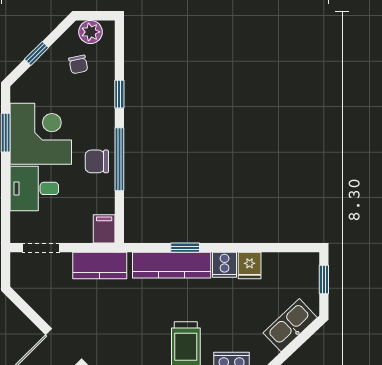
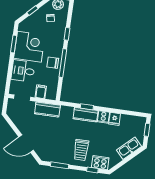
filing cabinet: (104, 229) -> (41, 92), moved
kitchen counter: (172, 265) -> (86, 115), width x0.67

